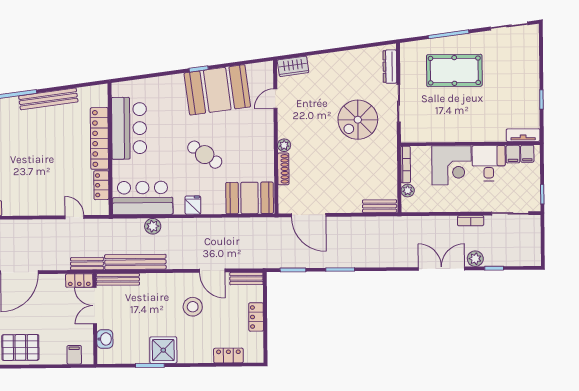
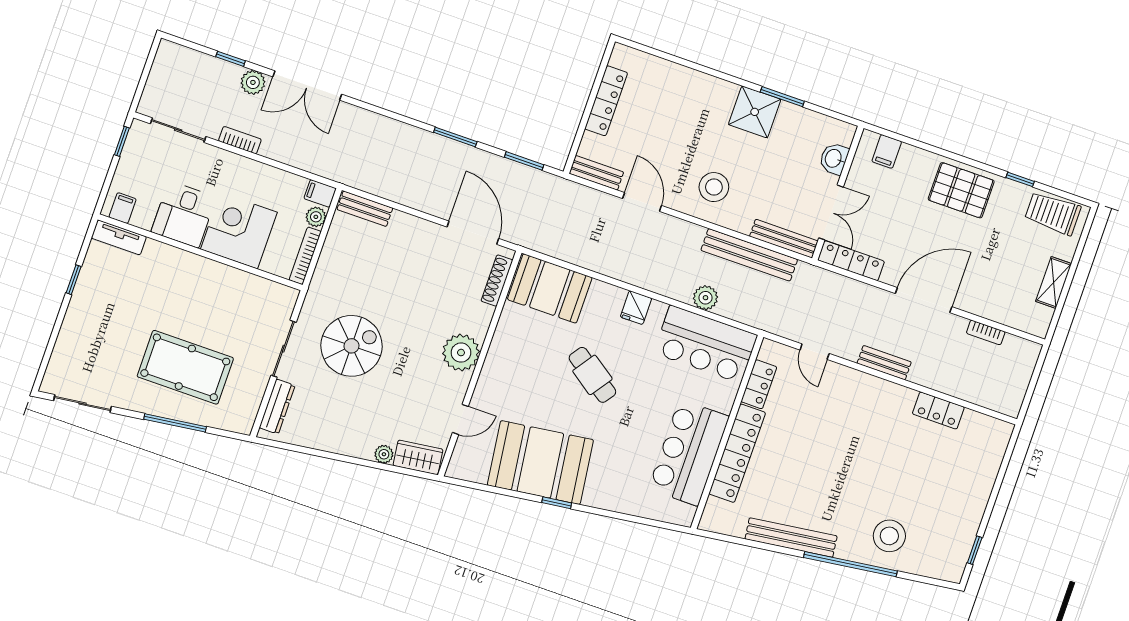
plant: (314, 61) -> (384, 454), added
plant: (284, 145) -> (461, 353), width x1.87, depth x1.87
filing cabinet: (513, 154) -> (320, 193), moved, turned -90
shoe rack: (283, 169) -> (497, 281), moved
bench: (87, 264) -> (884, 363), moved
locker: (79, 280) -> (851, 261), width x1.53
stool: (193, 307) -> (714, 187), moved
locker: (256, 317) -> (606, 101), width x1.53
locker: (228, 356) -> (663, 70), removed

